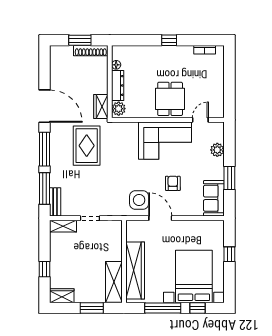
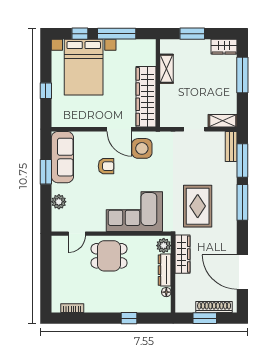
window: (169, 40) -> (129, 318), moved
shoe rack: (91, 51) -> (214, 307), moved
dining table: (170, 99) -> (109, 256), turned 90
door: (44, 106) -> (242, 272), moved
wardrobe: (101, 107) -> (183, 254), width x1.50
corner sofa: (165, 141) -> (134, 212), moved
armchair: (173, 183) -> (106, 166), turned -90
sofa: (214, 198) -> (62, 157), width x1.36
window: (44, 269) -> (242, 75), width x2.17
wardrobe: (135, 271) -> (146, 97), moved
shelving: (114, 282) -> (167, 69), width x0.67, depth x0.75

